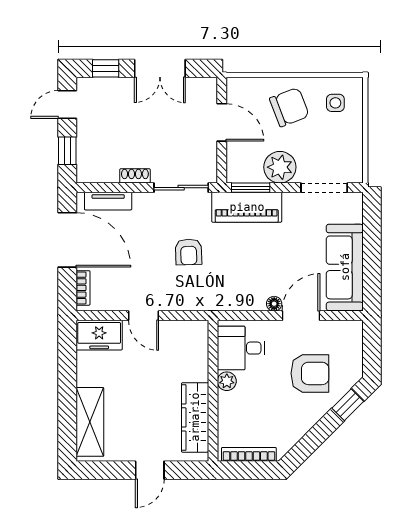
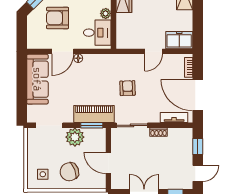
door: (143, 316) -> (154, 51), swing flipped

